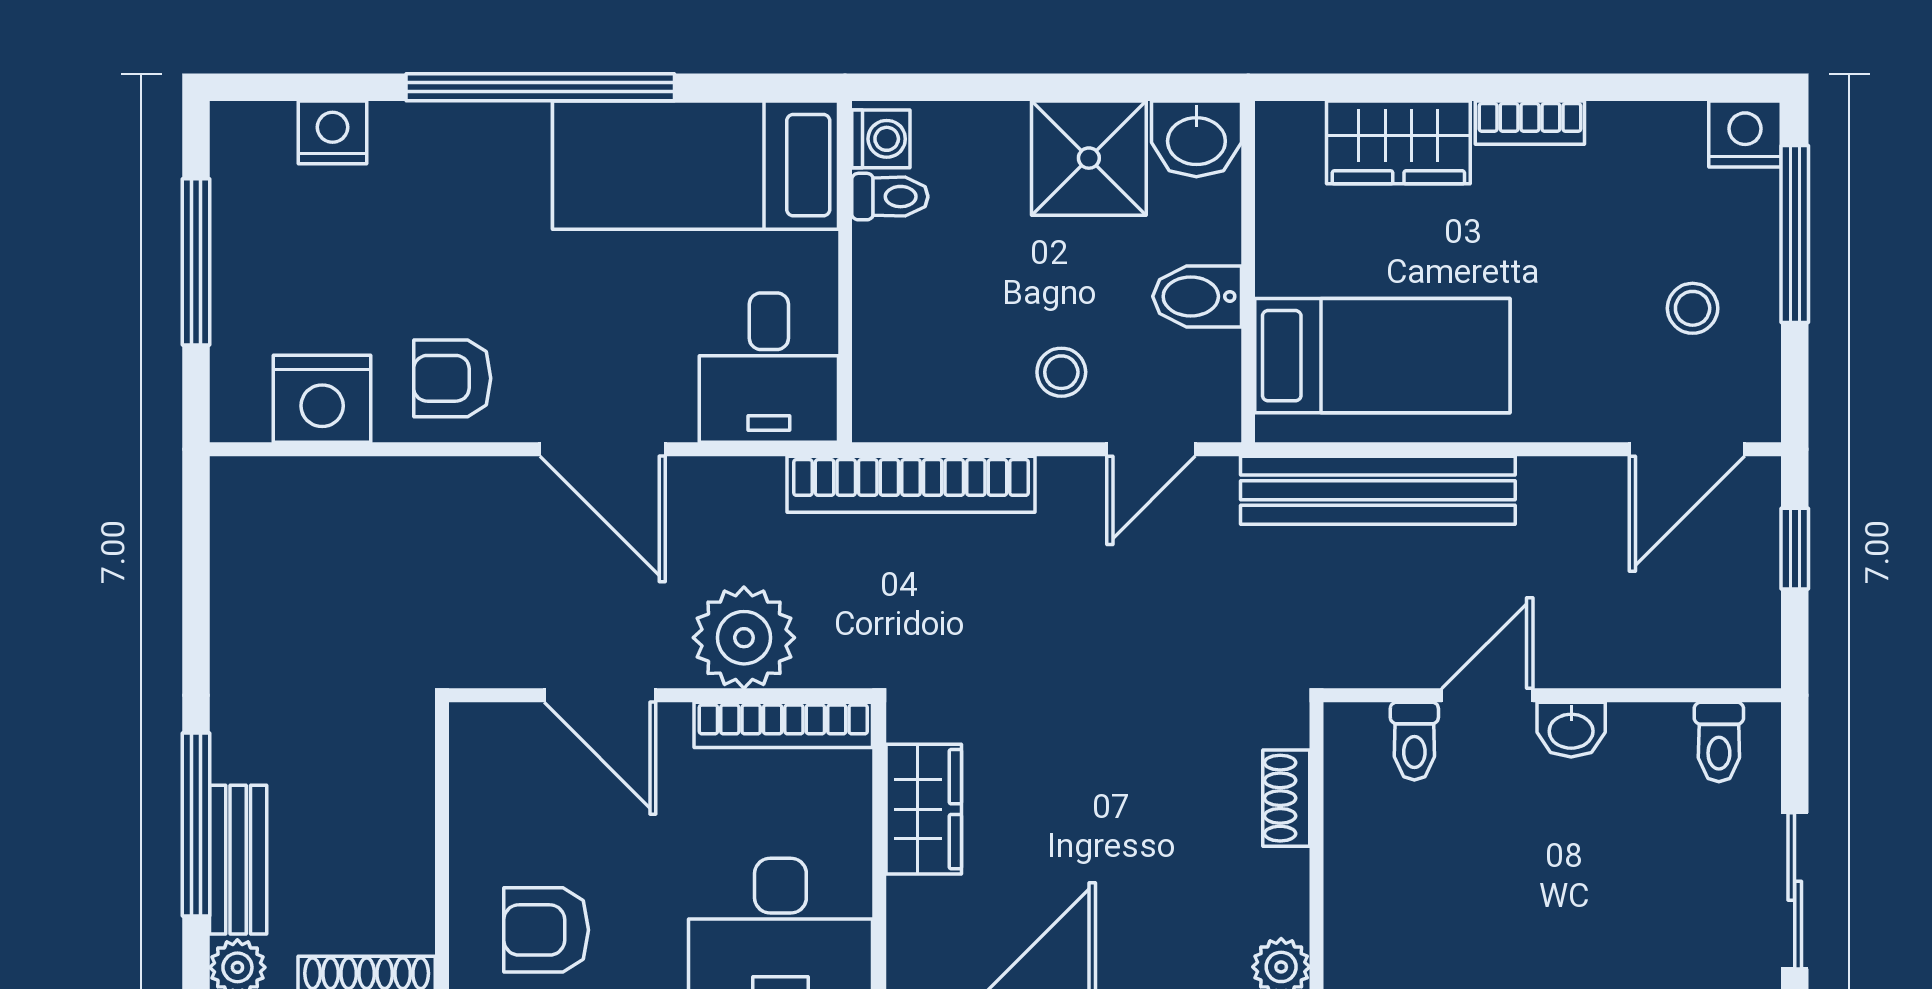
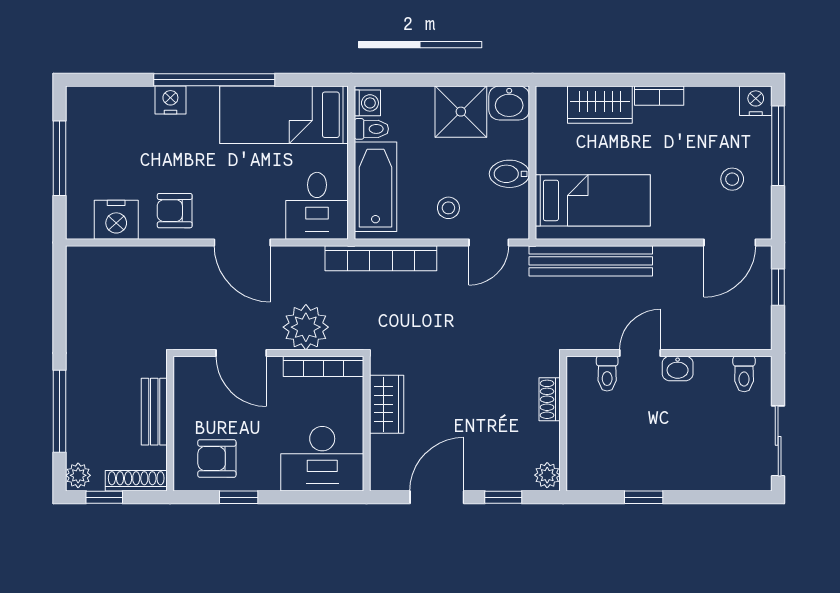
nightstand: (333, 132) -> (170, 100), moved
bathtub: (899, 325) -> (376, 187), added
bench: (238, 860) -> (154, 412), moved

